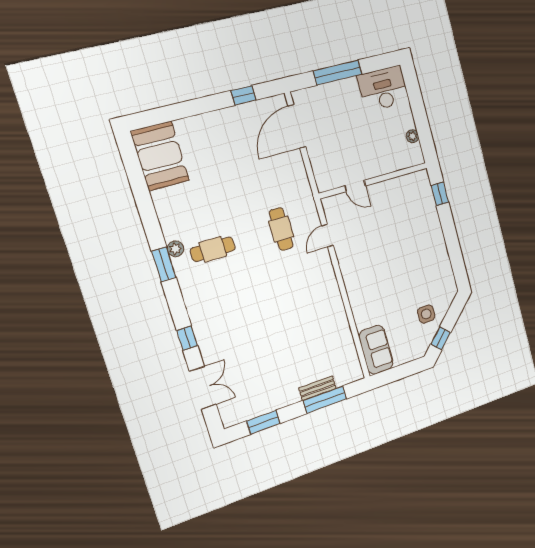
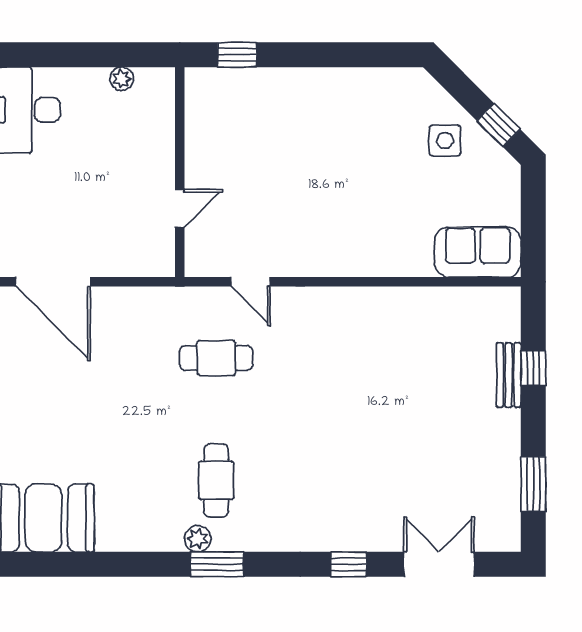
window: (325, 400) -> (533, 368), width x0.46

